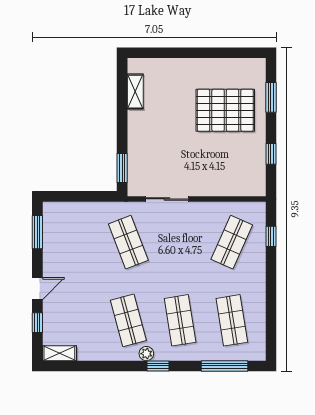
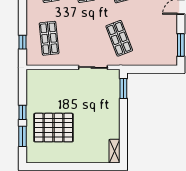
shelving: (135, 92) -> (114, 151), moved
window: (271, 154) -> (23, 112), moved
shop shelf: (232, 242) -> (49, 38), turned -30

